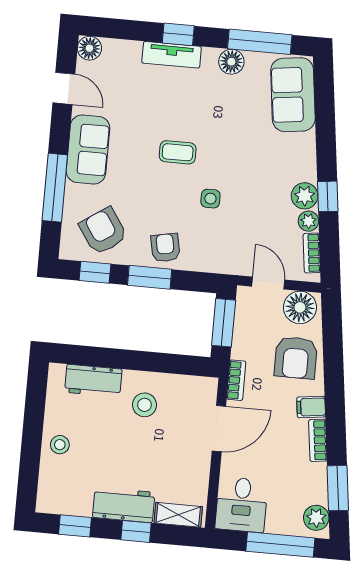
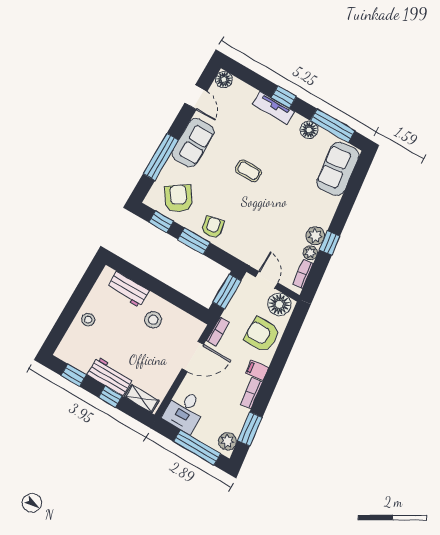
side table: (210, 199) -> (255, 210), removed
armchair: (296, 358) -> (262, 335), turned 90

